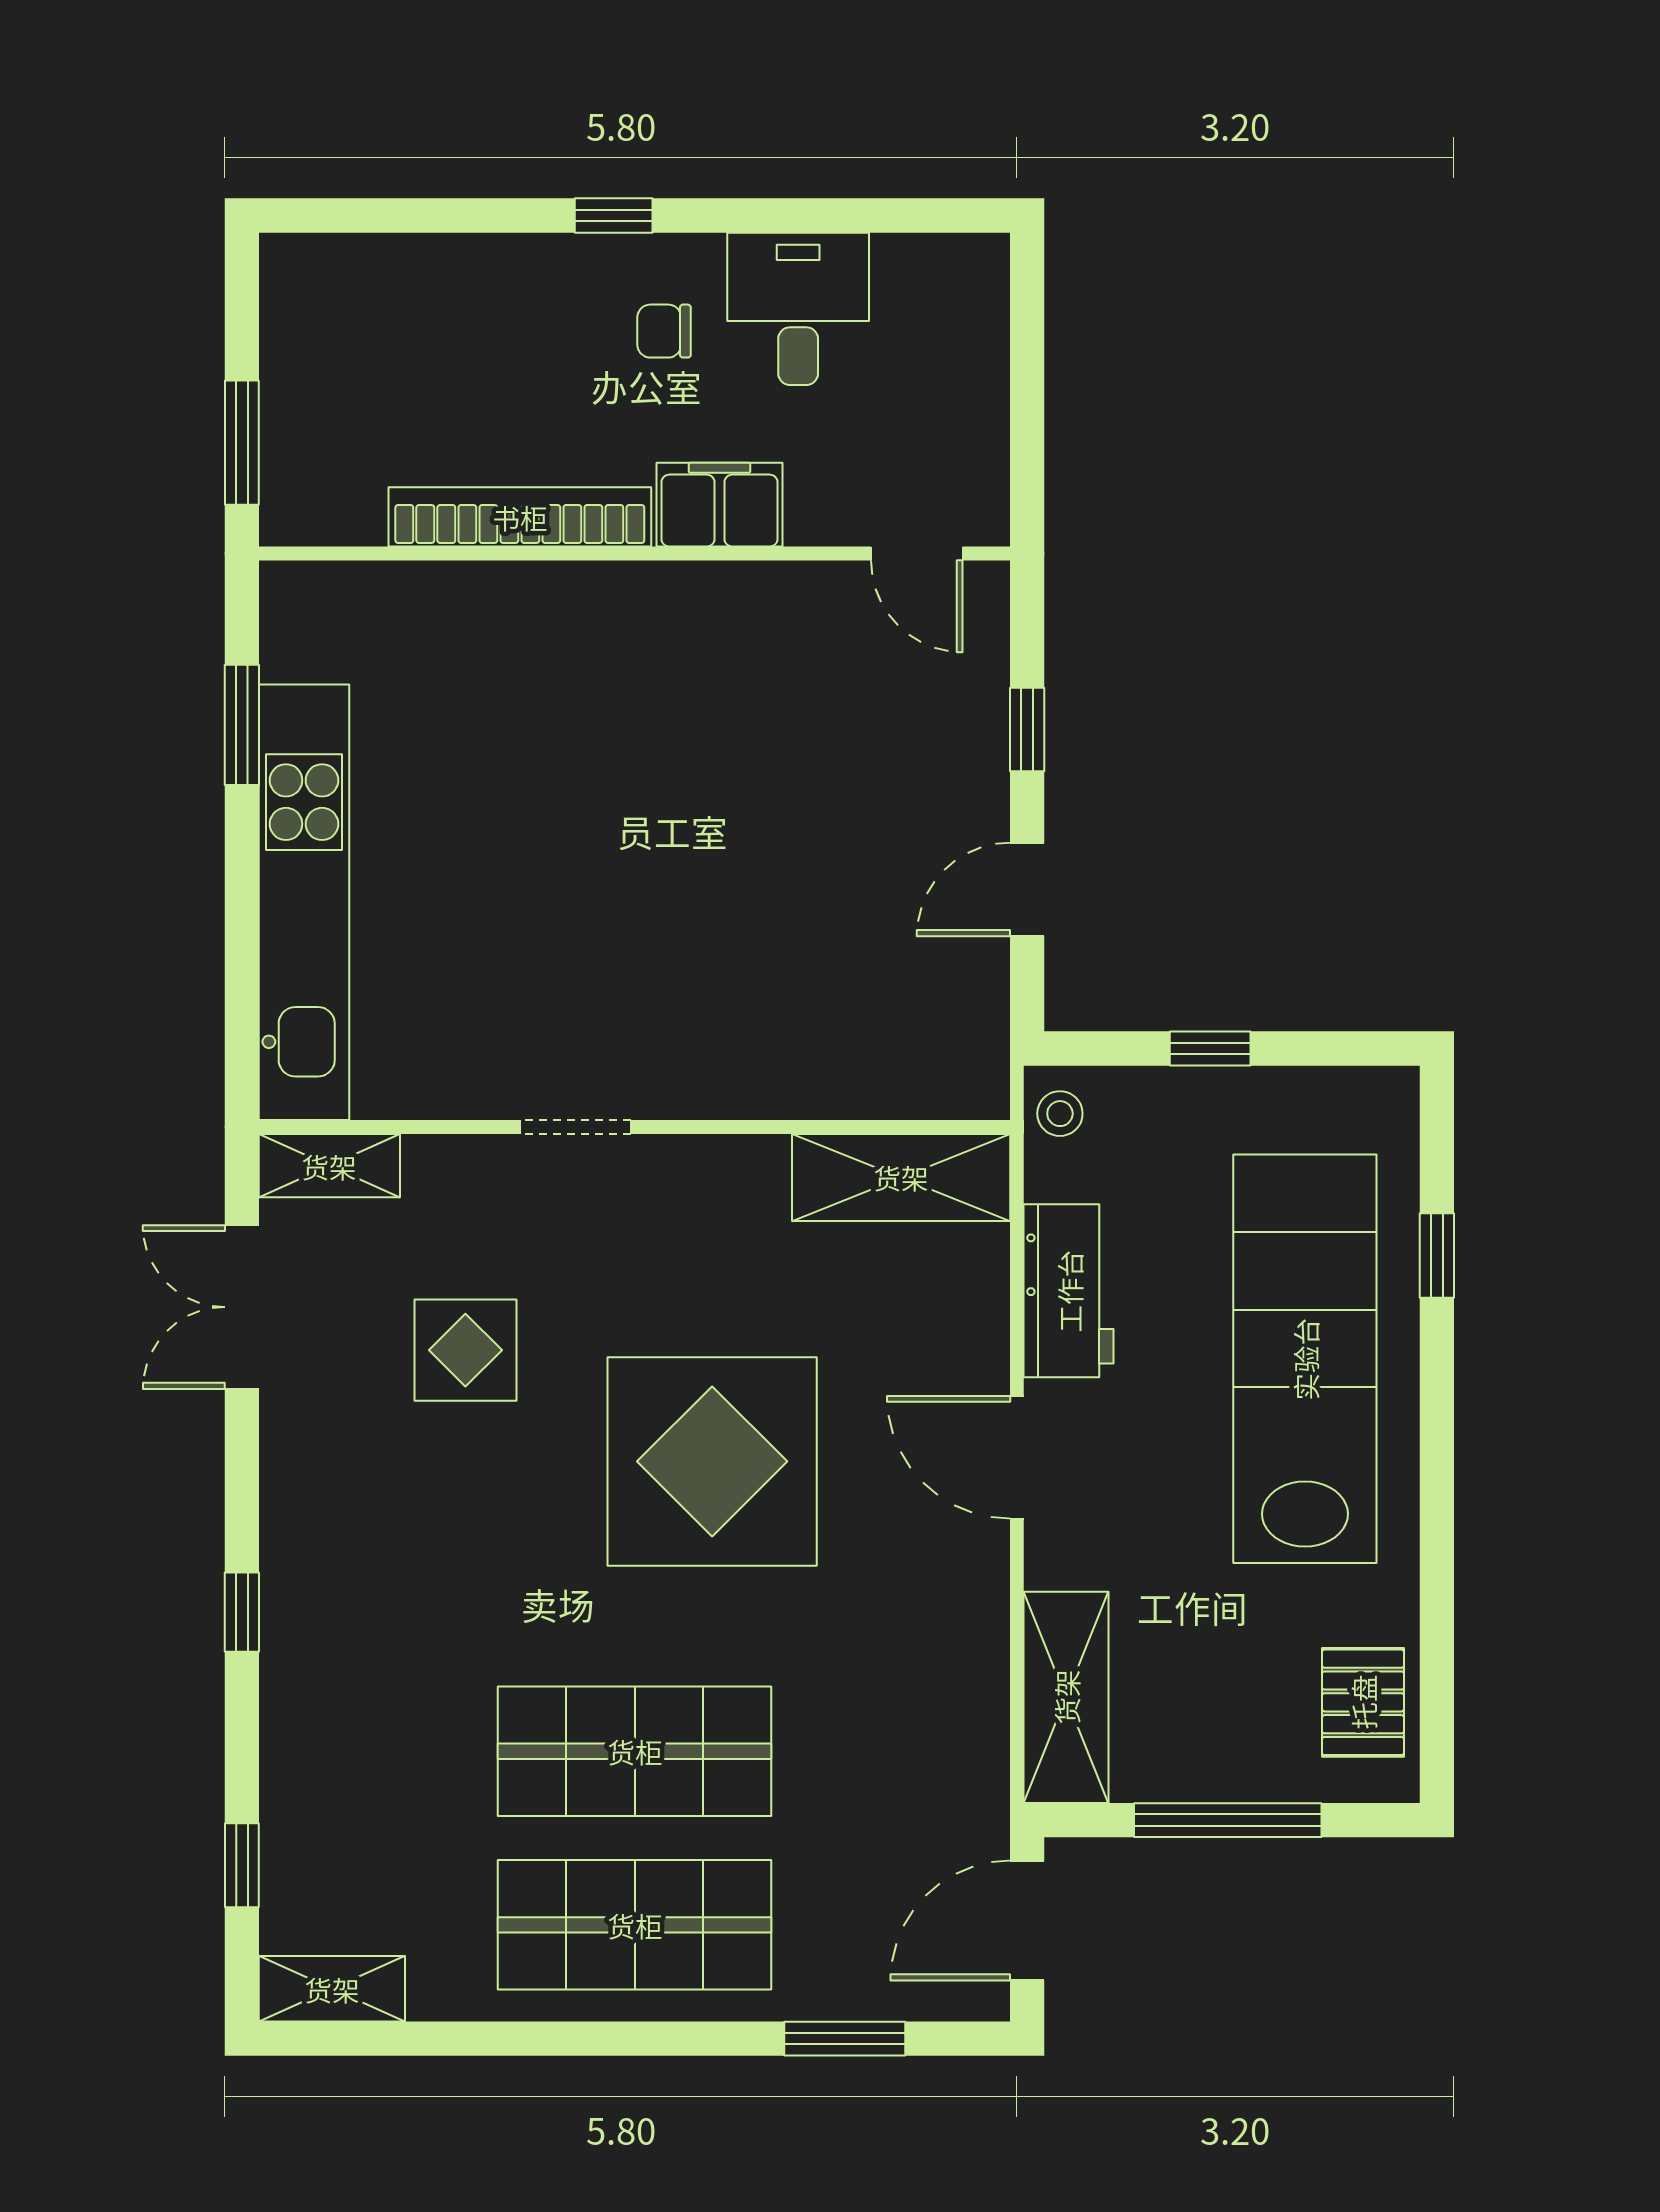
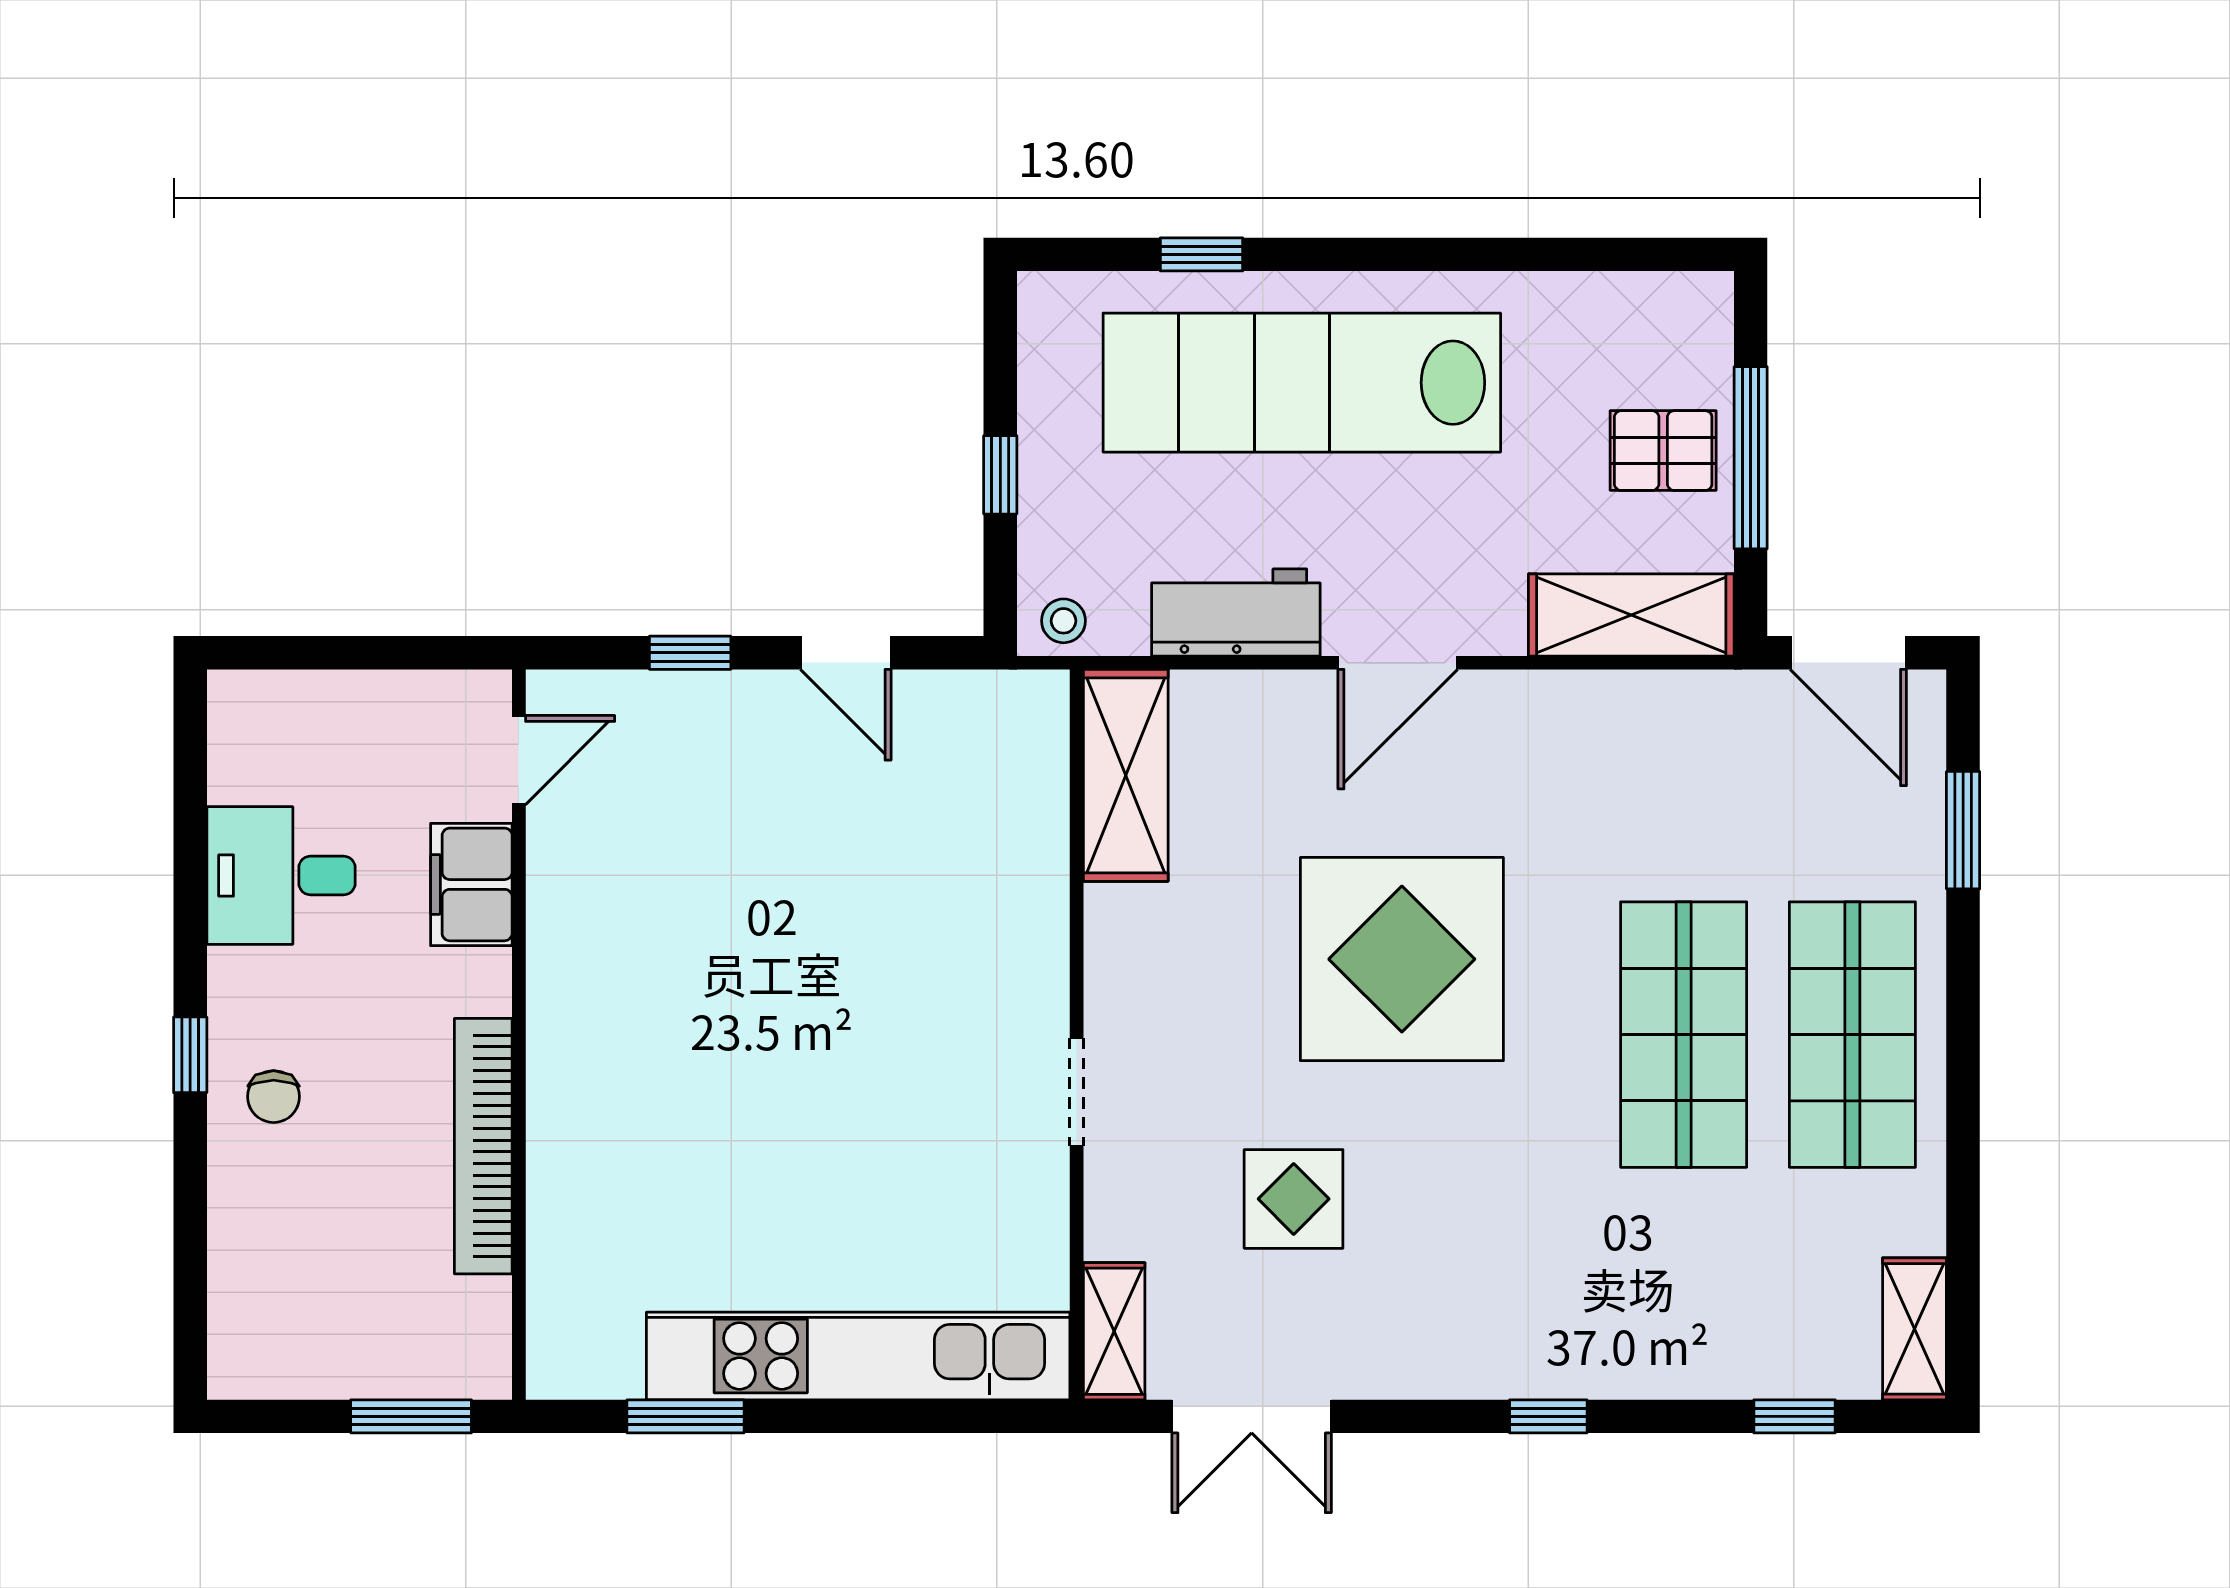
chair: (664, 331) -> (274, 1097), moved
filing cabinet: (720, 505) -> (471, 884), moved
pallet: (1363, 1702) -> (1663, 451), moved

